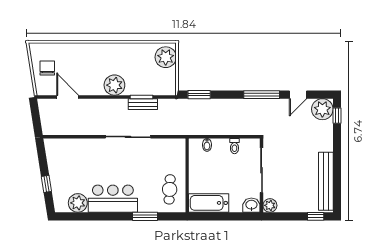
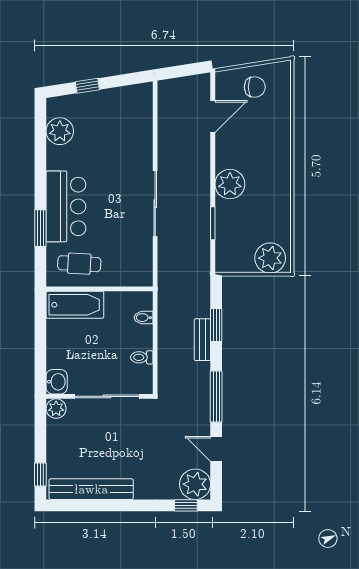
window: (199, 95) -> (216, 325), moved
bench: (143, 104) -> (202, 340), moved
bar counter: (113, 199) -> (66, 206), moved
bathtub: (209, 203) -> (75, 305), moved, turned 90

